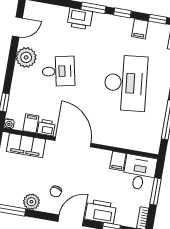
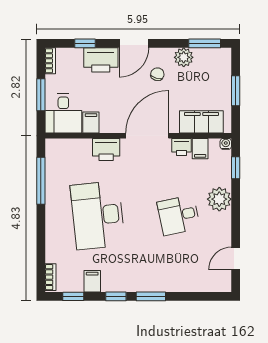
printer: (80, 19) -> (106, 149), moved, turned 180
plant: (26, 57) -> (219, 199), moved
door: (73, 142) -> (147, 136), swing flipped

